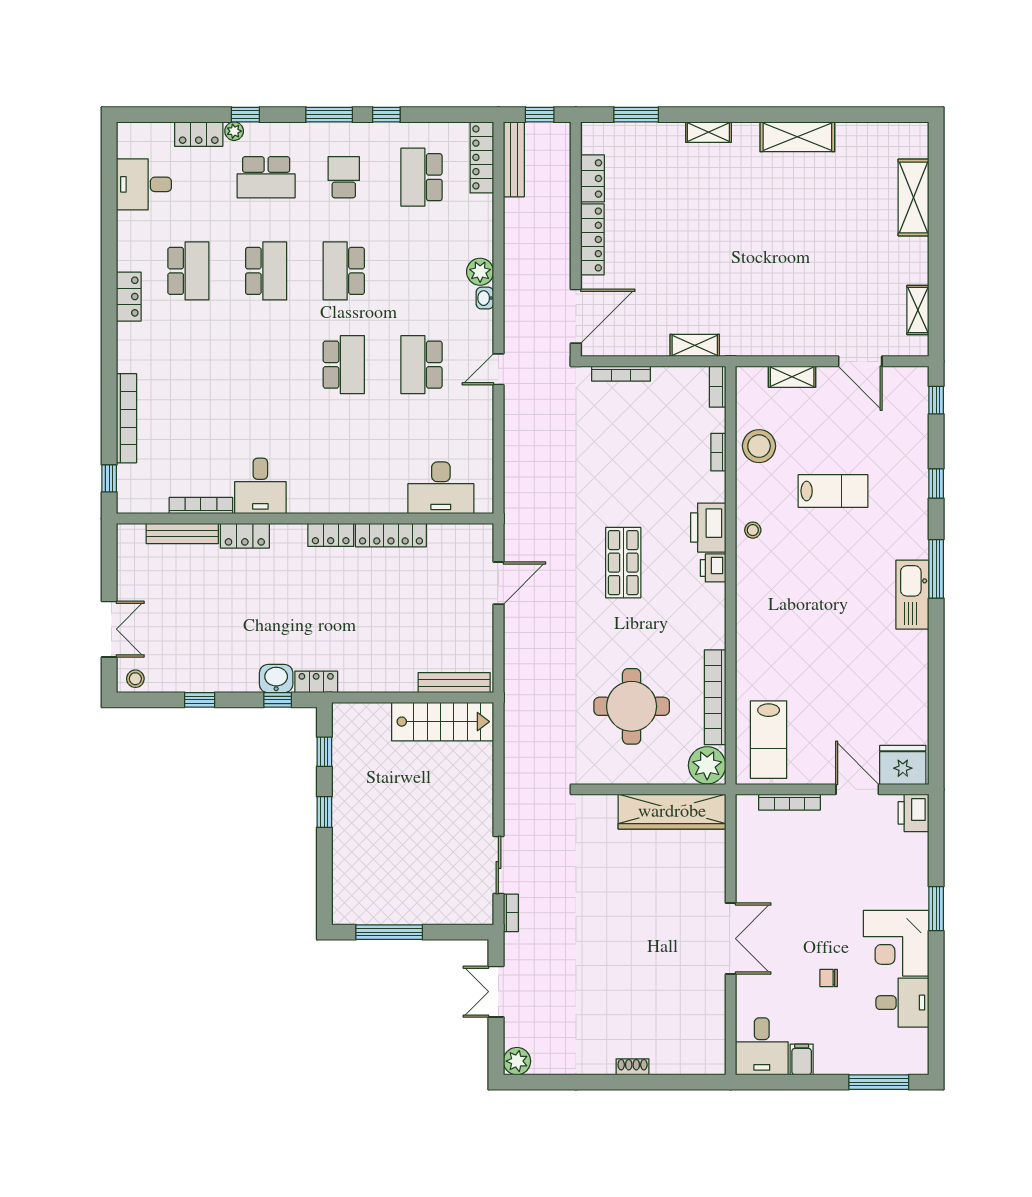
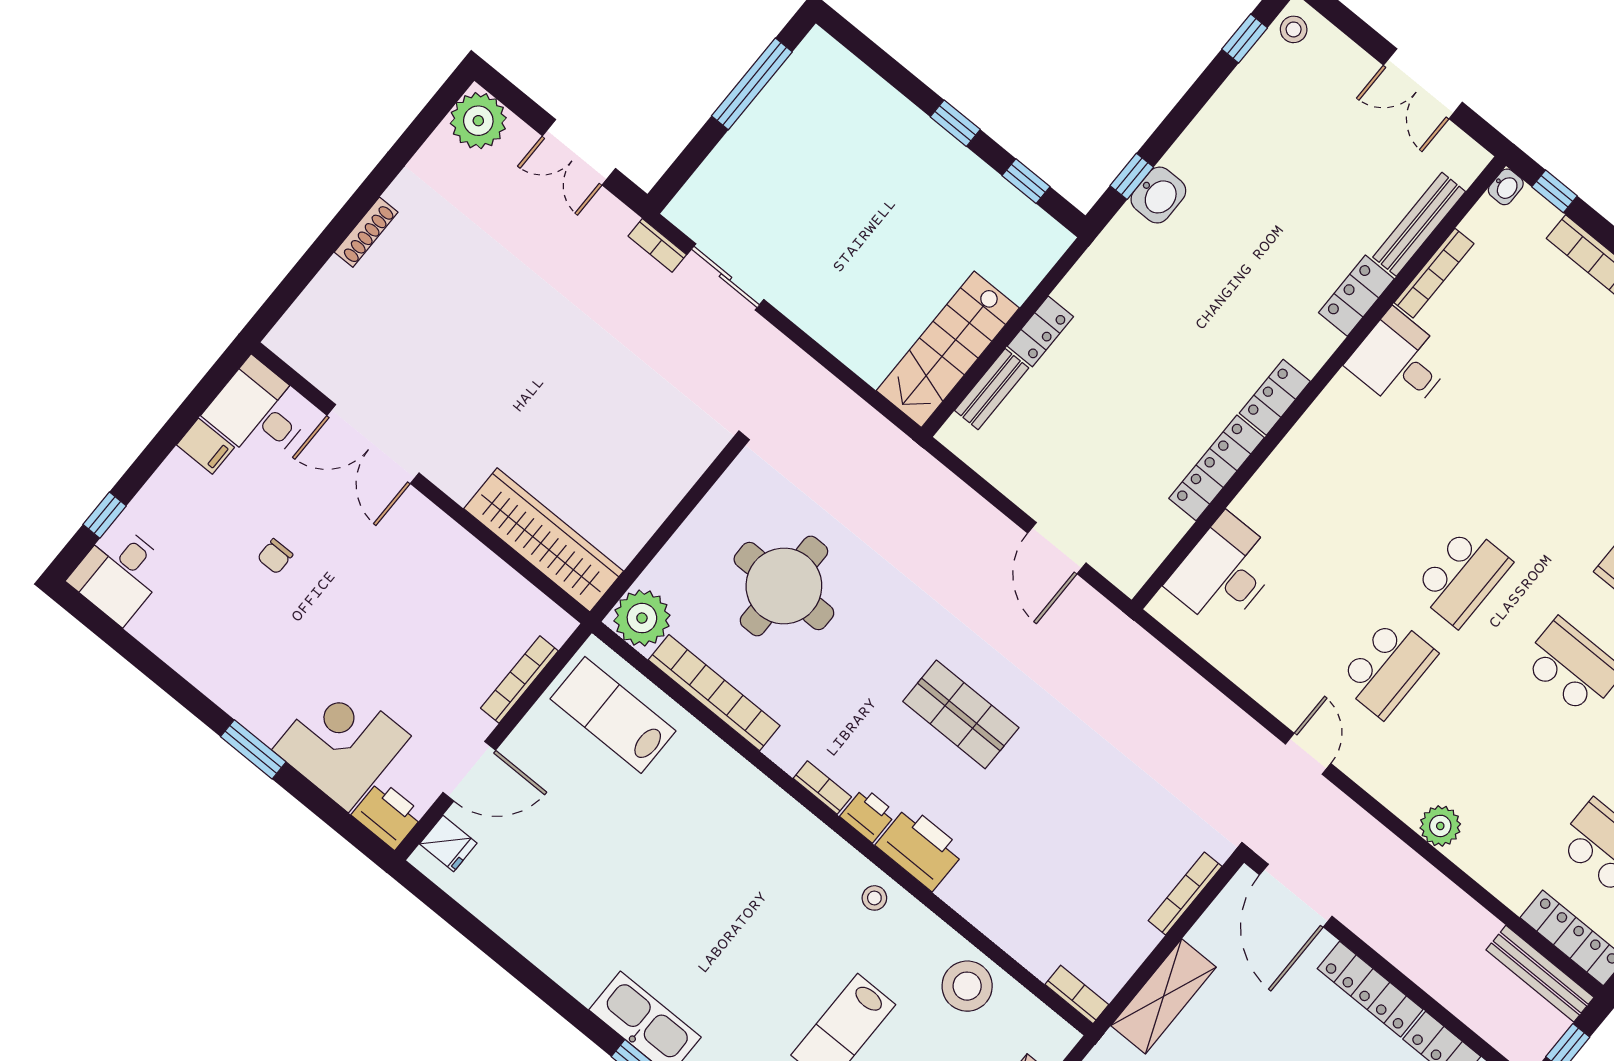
washbasin: (485, 298) -> (1506, 187), moved, turned 90
shelving: (695, 345) -> (1164, 996), width x1.50, depth x1.33
school desk: (344, 365) -> (1462, 576), turned -90
school desk: (421, 365) -> (1388, 668), turned 90
bookcase: (718, 452) -> (822, 788), moved
double door: (109, 629) -> (1423, 84), moved
locker: (316, 682) -> (1040, 331), moved
bench: (454, 683) -> (992, 389), width x0.73
window: (200, 700) -> (1245, 38), moved
fridge: (903, 765) -> (448, 843), width x0.53, depth x0.75
wardrobe: (672, 812) -> (544, 540), moved, turned 90
double door: (731, 939) -> (373, 444), moved
corner desk: (896, 943) -> (341, 743), moved
chair: (829, 978) -> (275, 556), turned 180
double door: (496, 992) -> (579, 152), swing flipped
desk: (902, 1003) -> (119, 574), moved
plant: (517, 1061) -> (478, 121), width x1.36, depth x1.36
shoe rack: (633, 1067) -> (366, 232), width x1.43
window: (879, 1082) -> (105, 515), width x0.46

